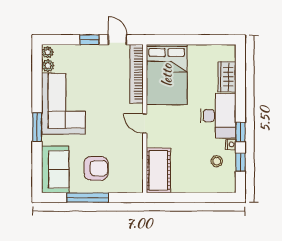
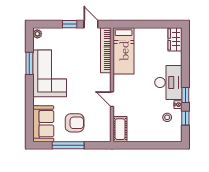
plant: (48, 66) -> (38, 44), removed
bed: (167, 75) -> (124, 51), width x0.67
wardrobe: (227, 77) -> (175, 39), moved
door: (145, 123) -> (112, 99), moved
window: (37, 127) -> (29, 63), moved
cot: (158, 170) -> (120, 129), width x0.73, depth x0.75

